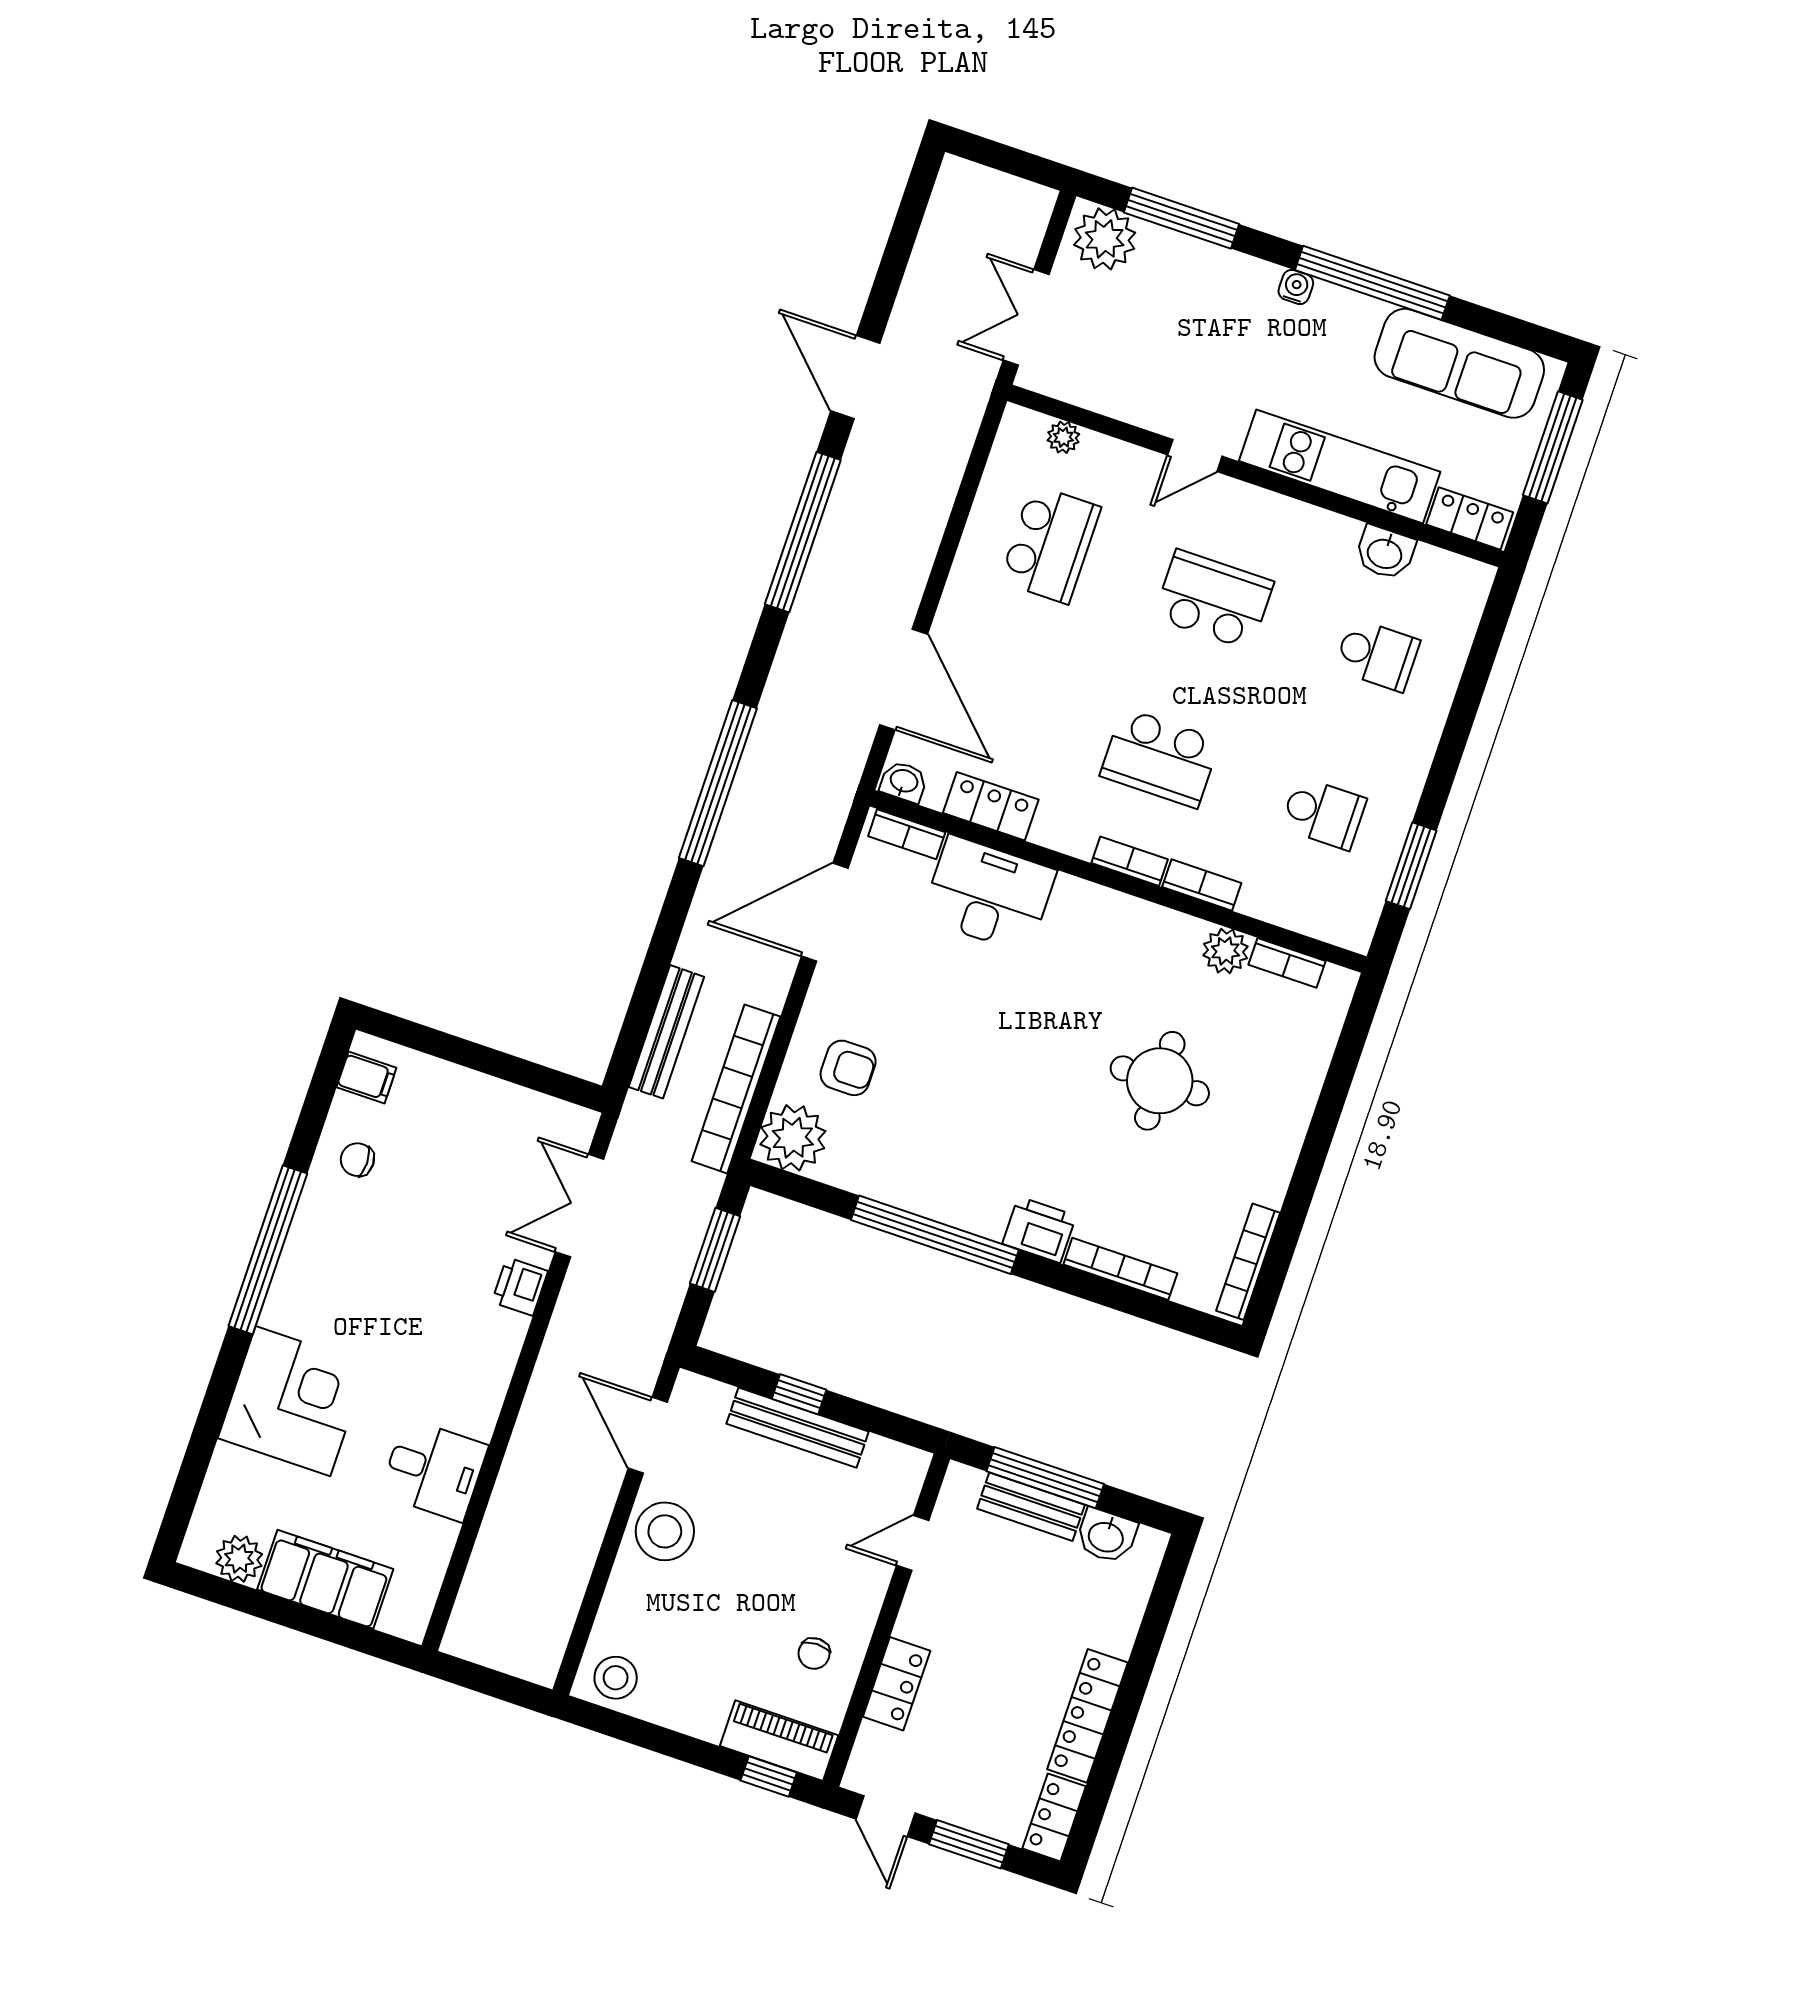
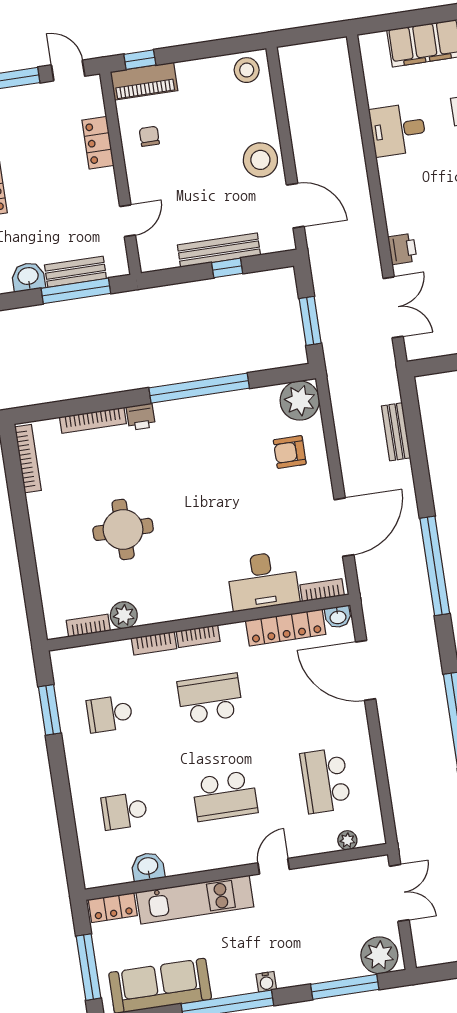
locker: (991, 806) -> (286, 628), width x1.53
bench: (666, 1032) -> (396, 432), width x0.73
bookcase: (736, 1089) -> (343, 411), removed
printer: (1039, 1230) -> (141, 417), width x0.73, depth x0.81

